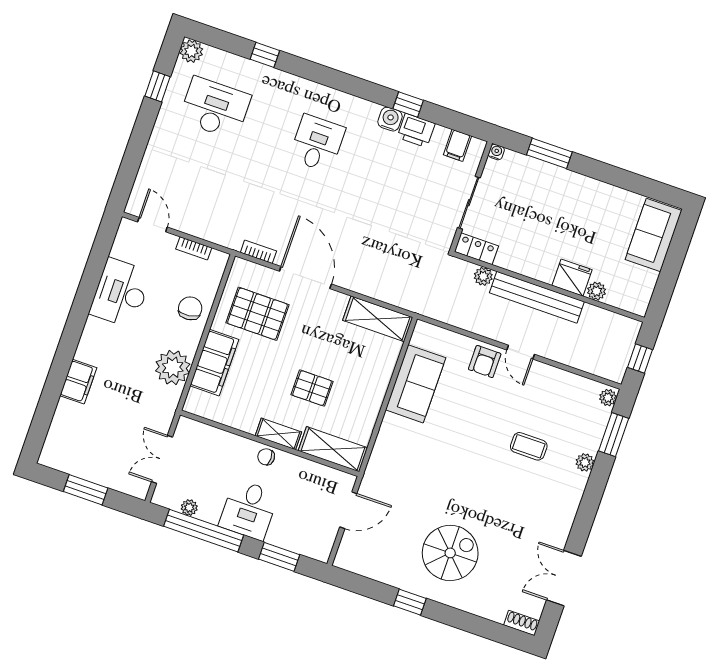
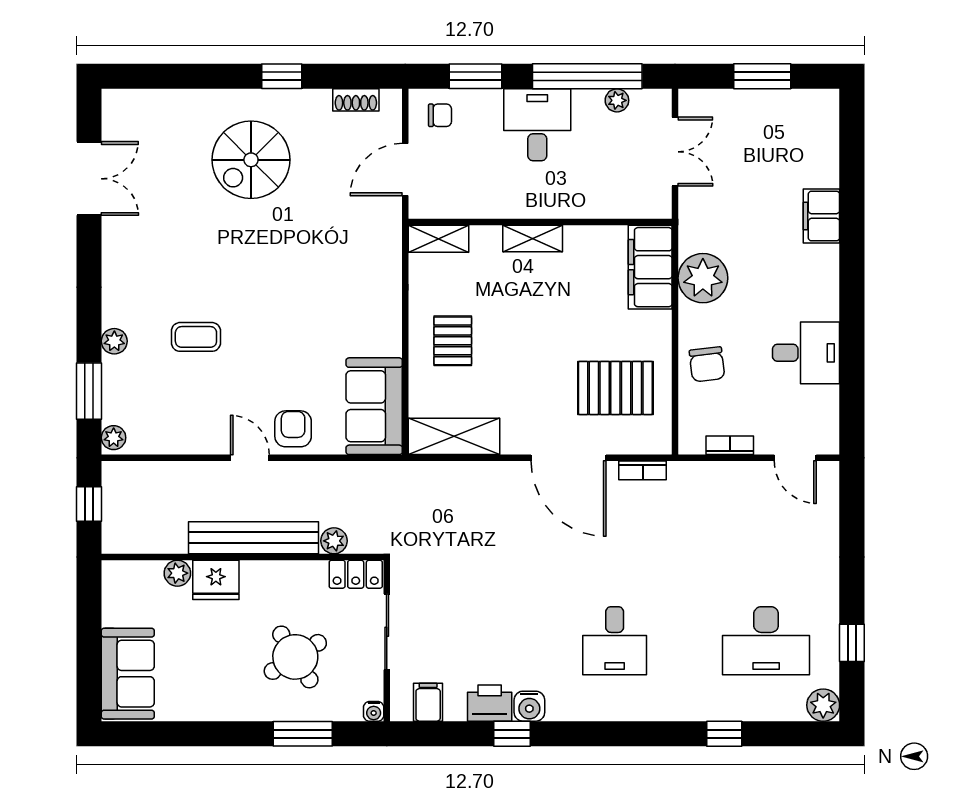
round table: (536, 207) -> (295, 657), added
desk: (121, 293) -> (806, 353), width x0.73
filing cabinet: (214, 363) -> (650, 267), moved
sofa: (416, 384) -> (374, 406), moved
pallet: (312, 388) -> (453, 341), moved, turned 90
shelving: (333, 449) -> (439, 239), width x0.67, depth x0.75
chair: (266, 457) -> (440, 115), moved
shoe rack: (522, 623) -> (356, 100), moved

